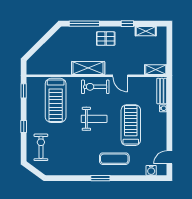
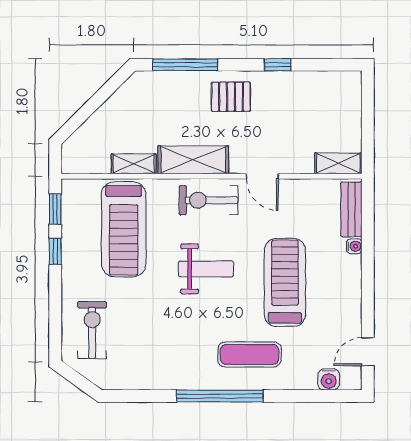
shelving: (146, 31) -> (134, 164), moved
window: (24, 126) -> (55, 251), moved
window: (100, 178) -> (220, 396), width x2.11

